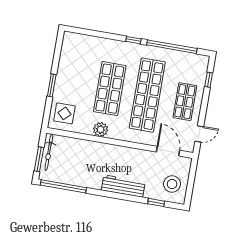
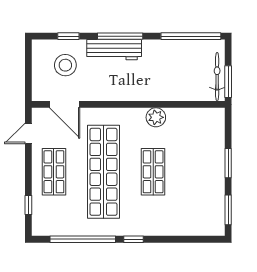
window: (58, 50) -> (228, 210), added
shop shelf: (110, 89) -> (153, 172), width x0.70, depth x0.74
display table: (64, 113) -> (206, 130), removed
window: (39, 159) -> (228, 82), moved
stool: (172, 184) -> (65, 65), moved
window: (117, 196) -> (120, 36), added

